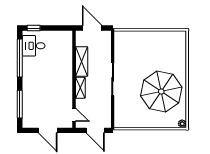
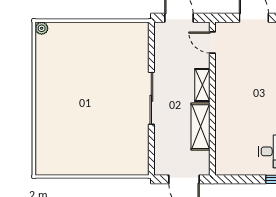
parasol: (161, 92) -> (75, 79), removed

